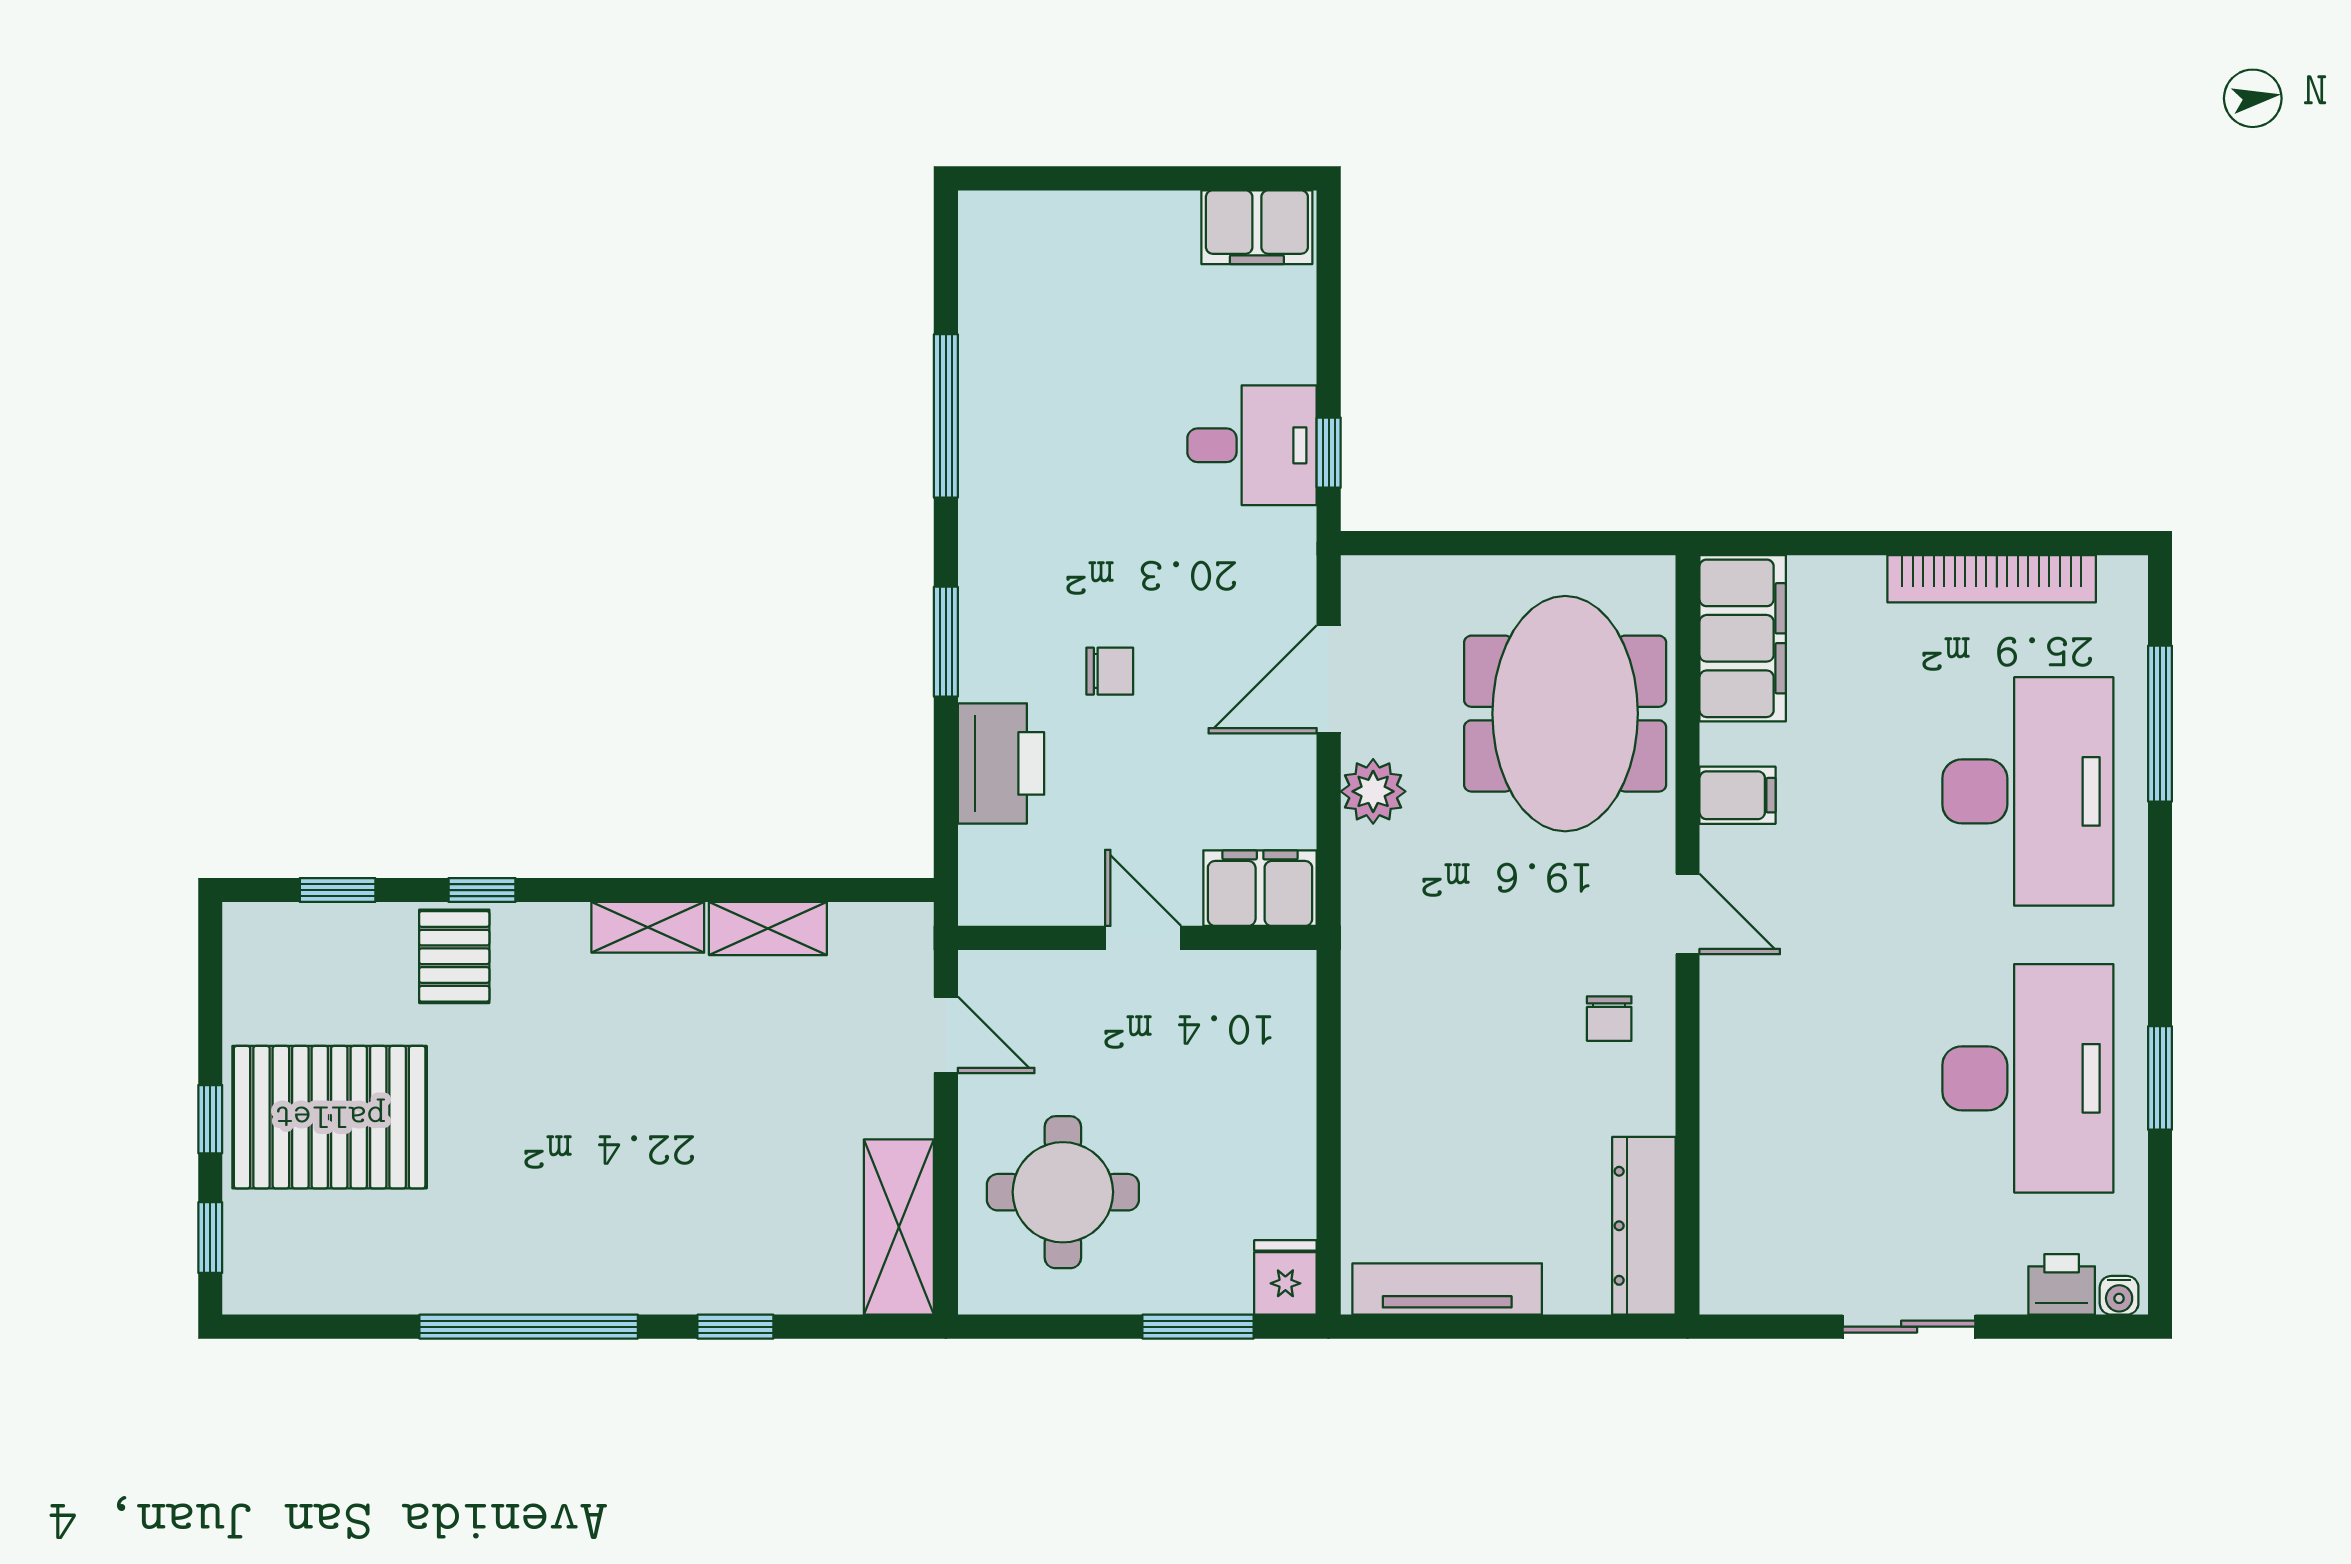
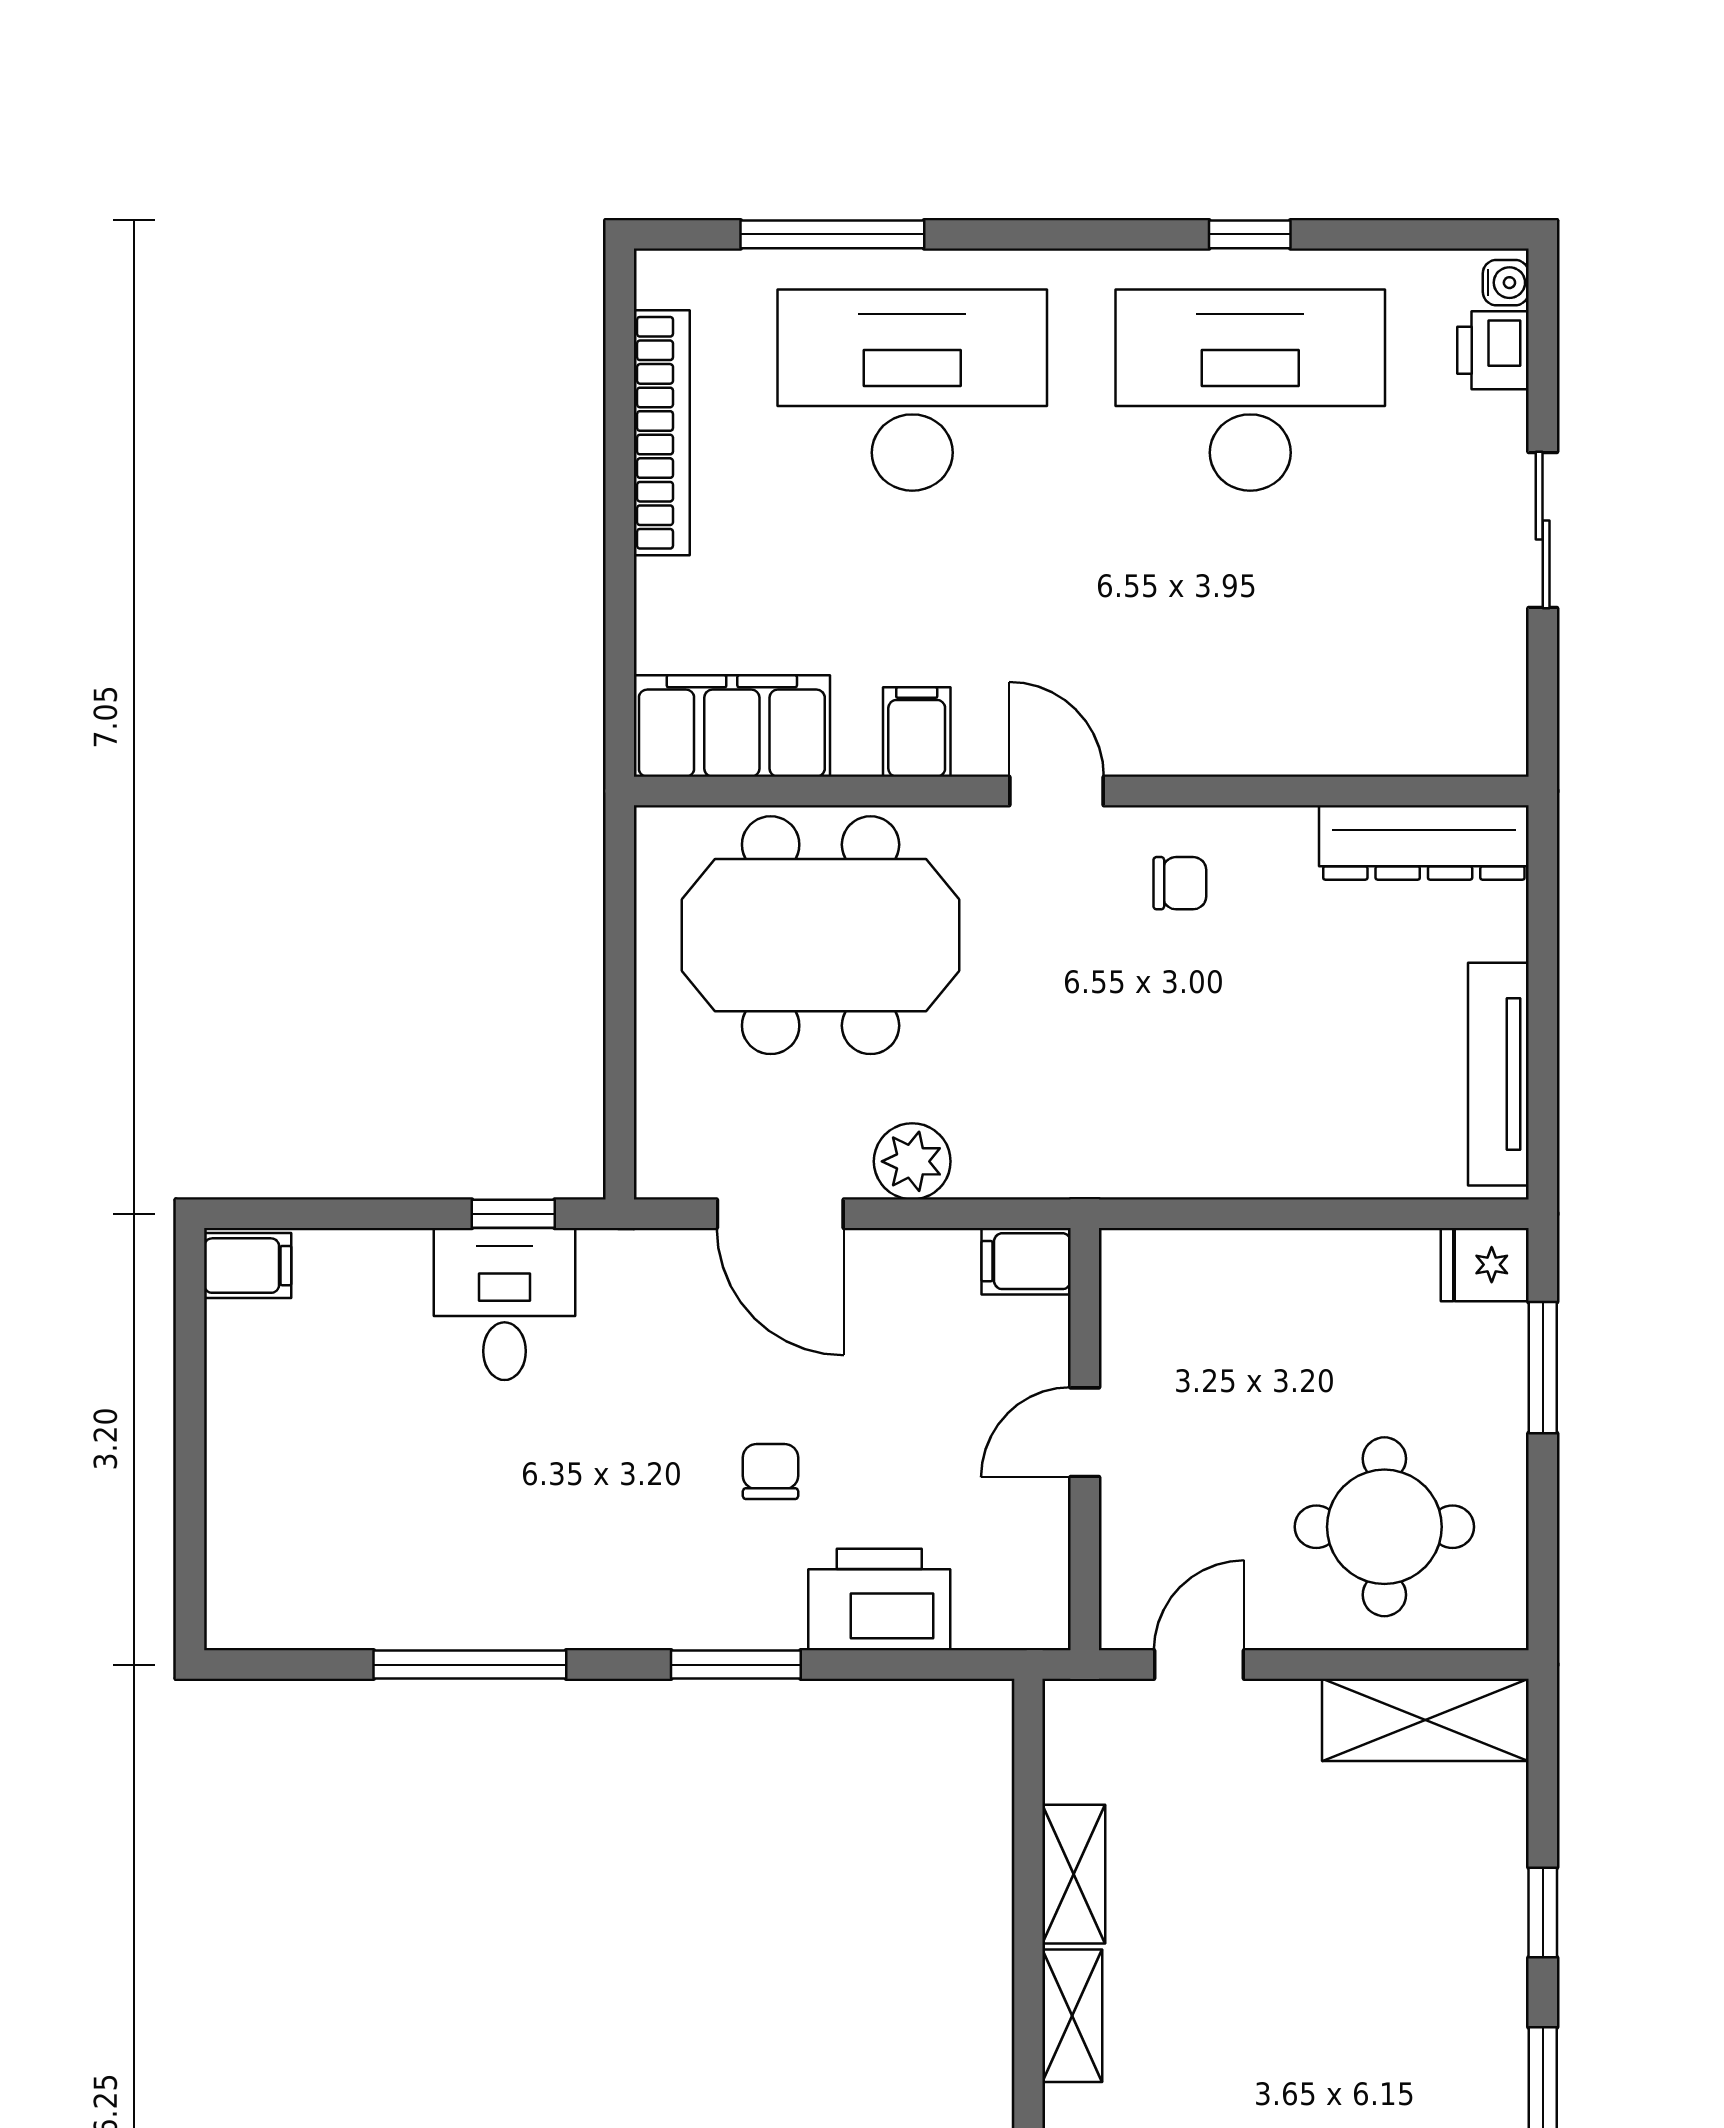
filing cabinet: (1257, 227) -> (248, 1266), width x0.50
filing cabinet: (1260, 888) -> (1026, 1261), width x0.50
door: (1688, 914) -> (1057, 791), hinge flipped
window: (2160, 1078) -> (1250, 234), width x0.67

